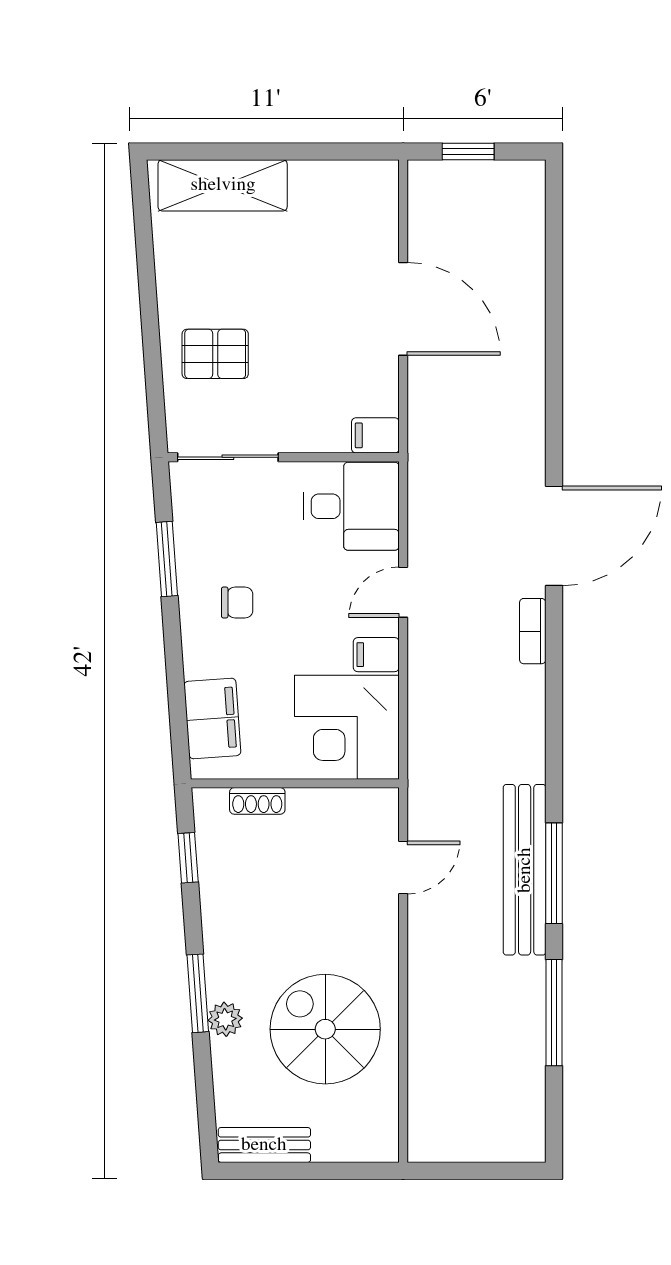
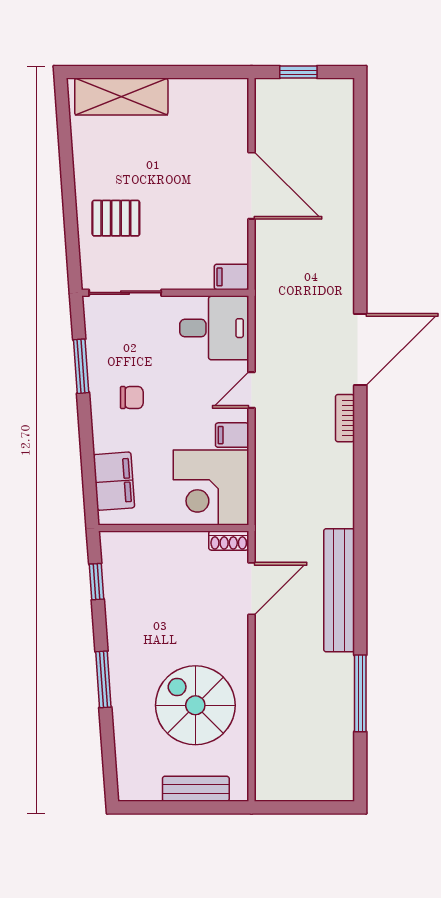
shoe rack: (257, 801) -> (229, 541), moved
door: (403, 867) -> (252, 589), width x1.38
window: (554, 873) -> (360, 593), removed
plant: (225, 1019) -> (123, 698), removed
bench: (264, 1145) -> (196, 789), moved

